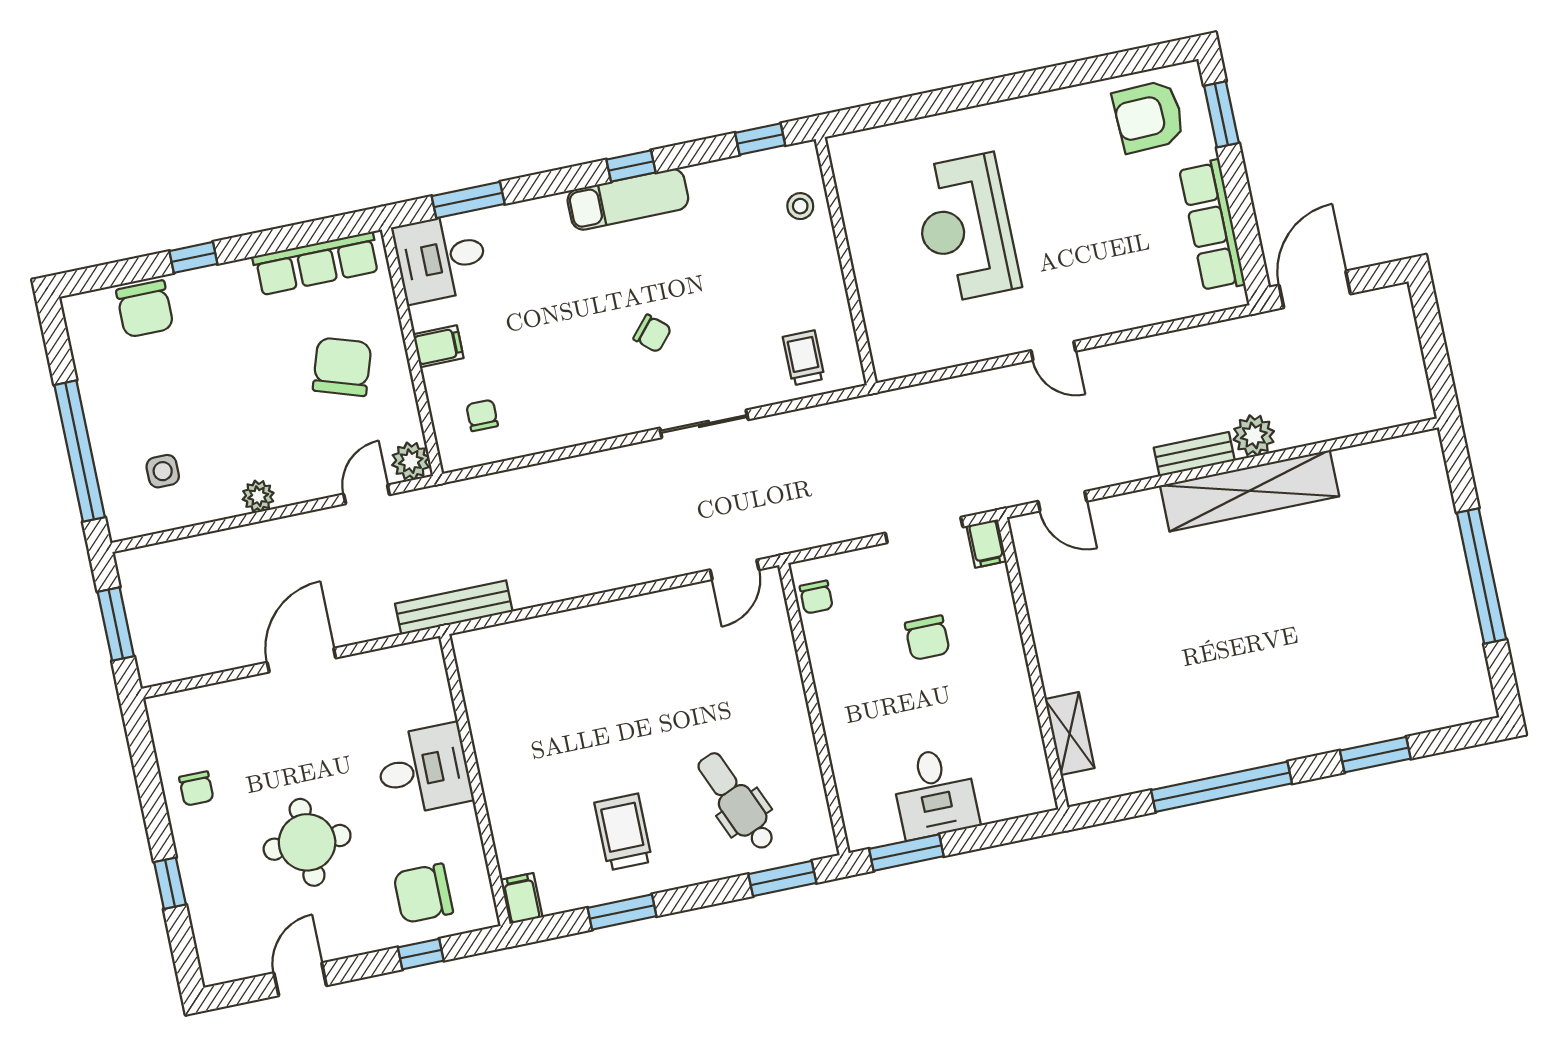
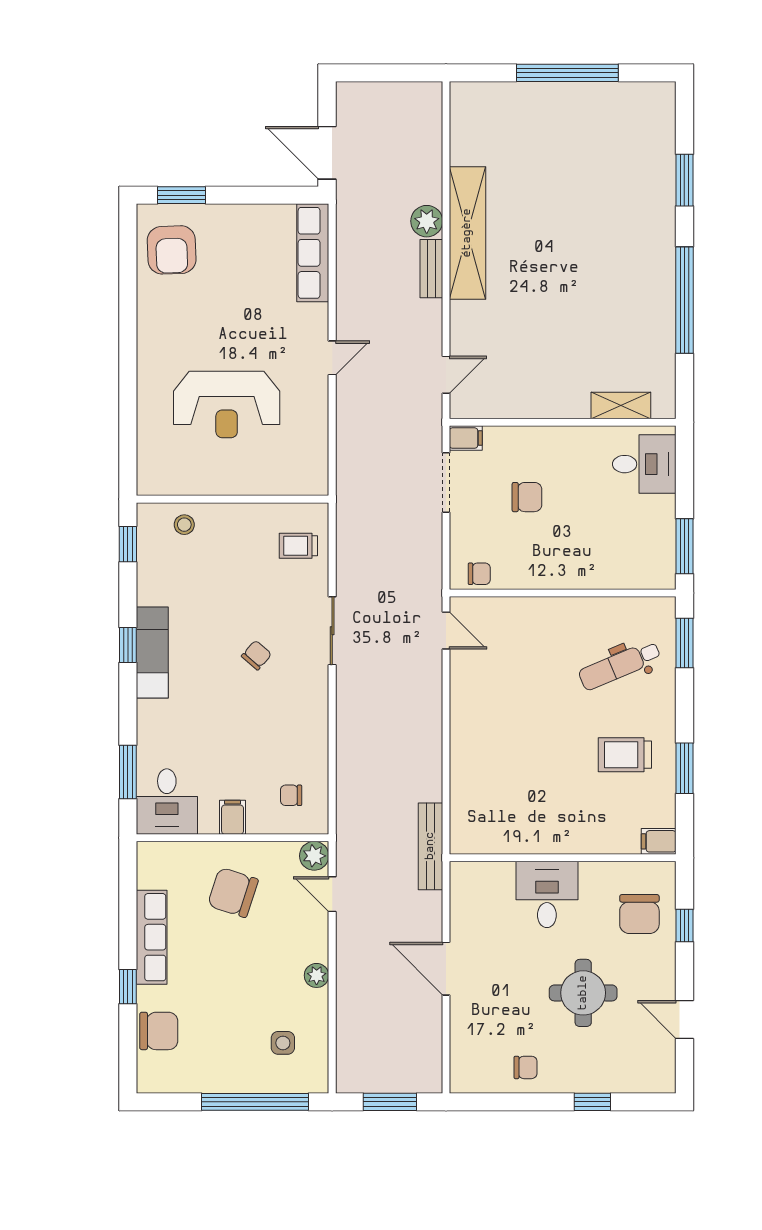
row of seats: (1212, 226) -> (313, 253), moved, turned 90
row of seats: (316, 264) -> (152, 937), moved
desk: (935, 793) -> (644, 464), moved

